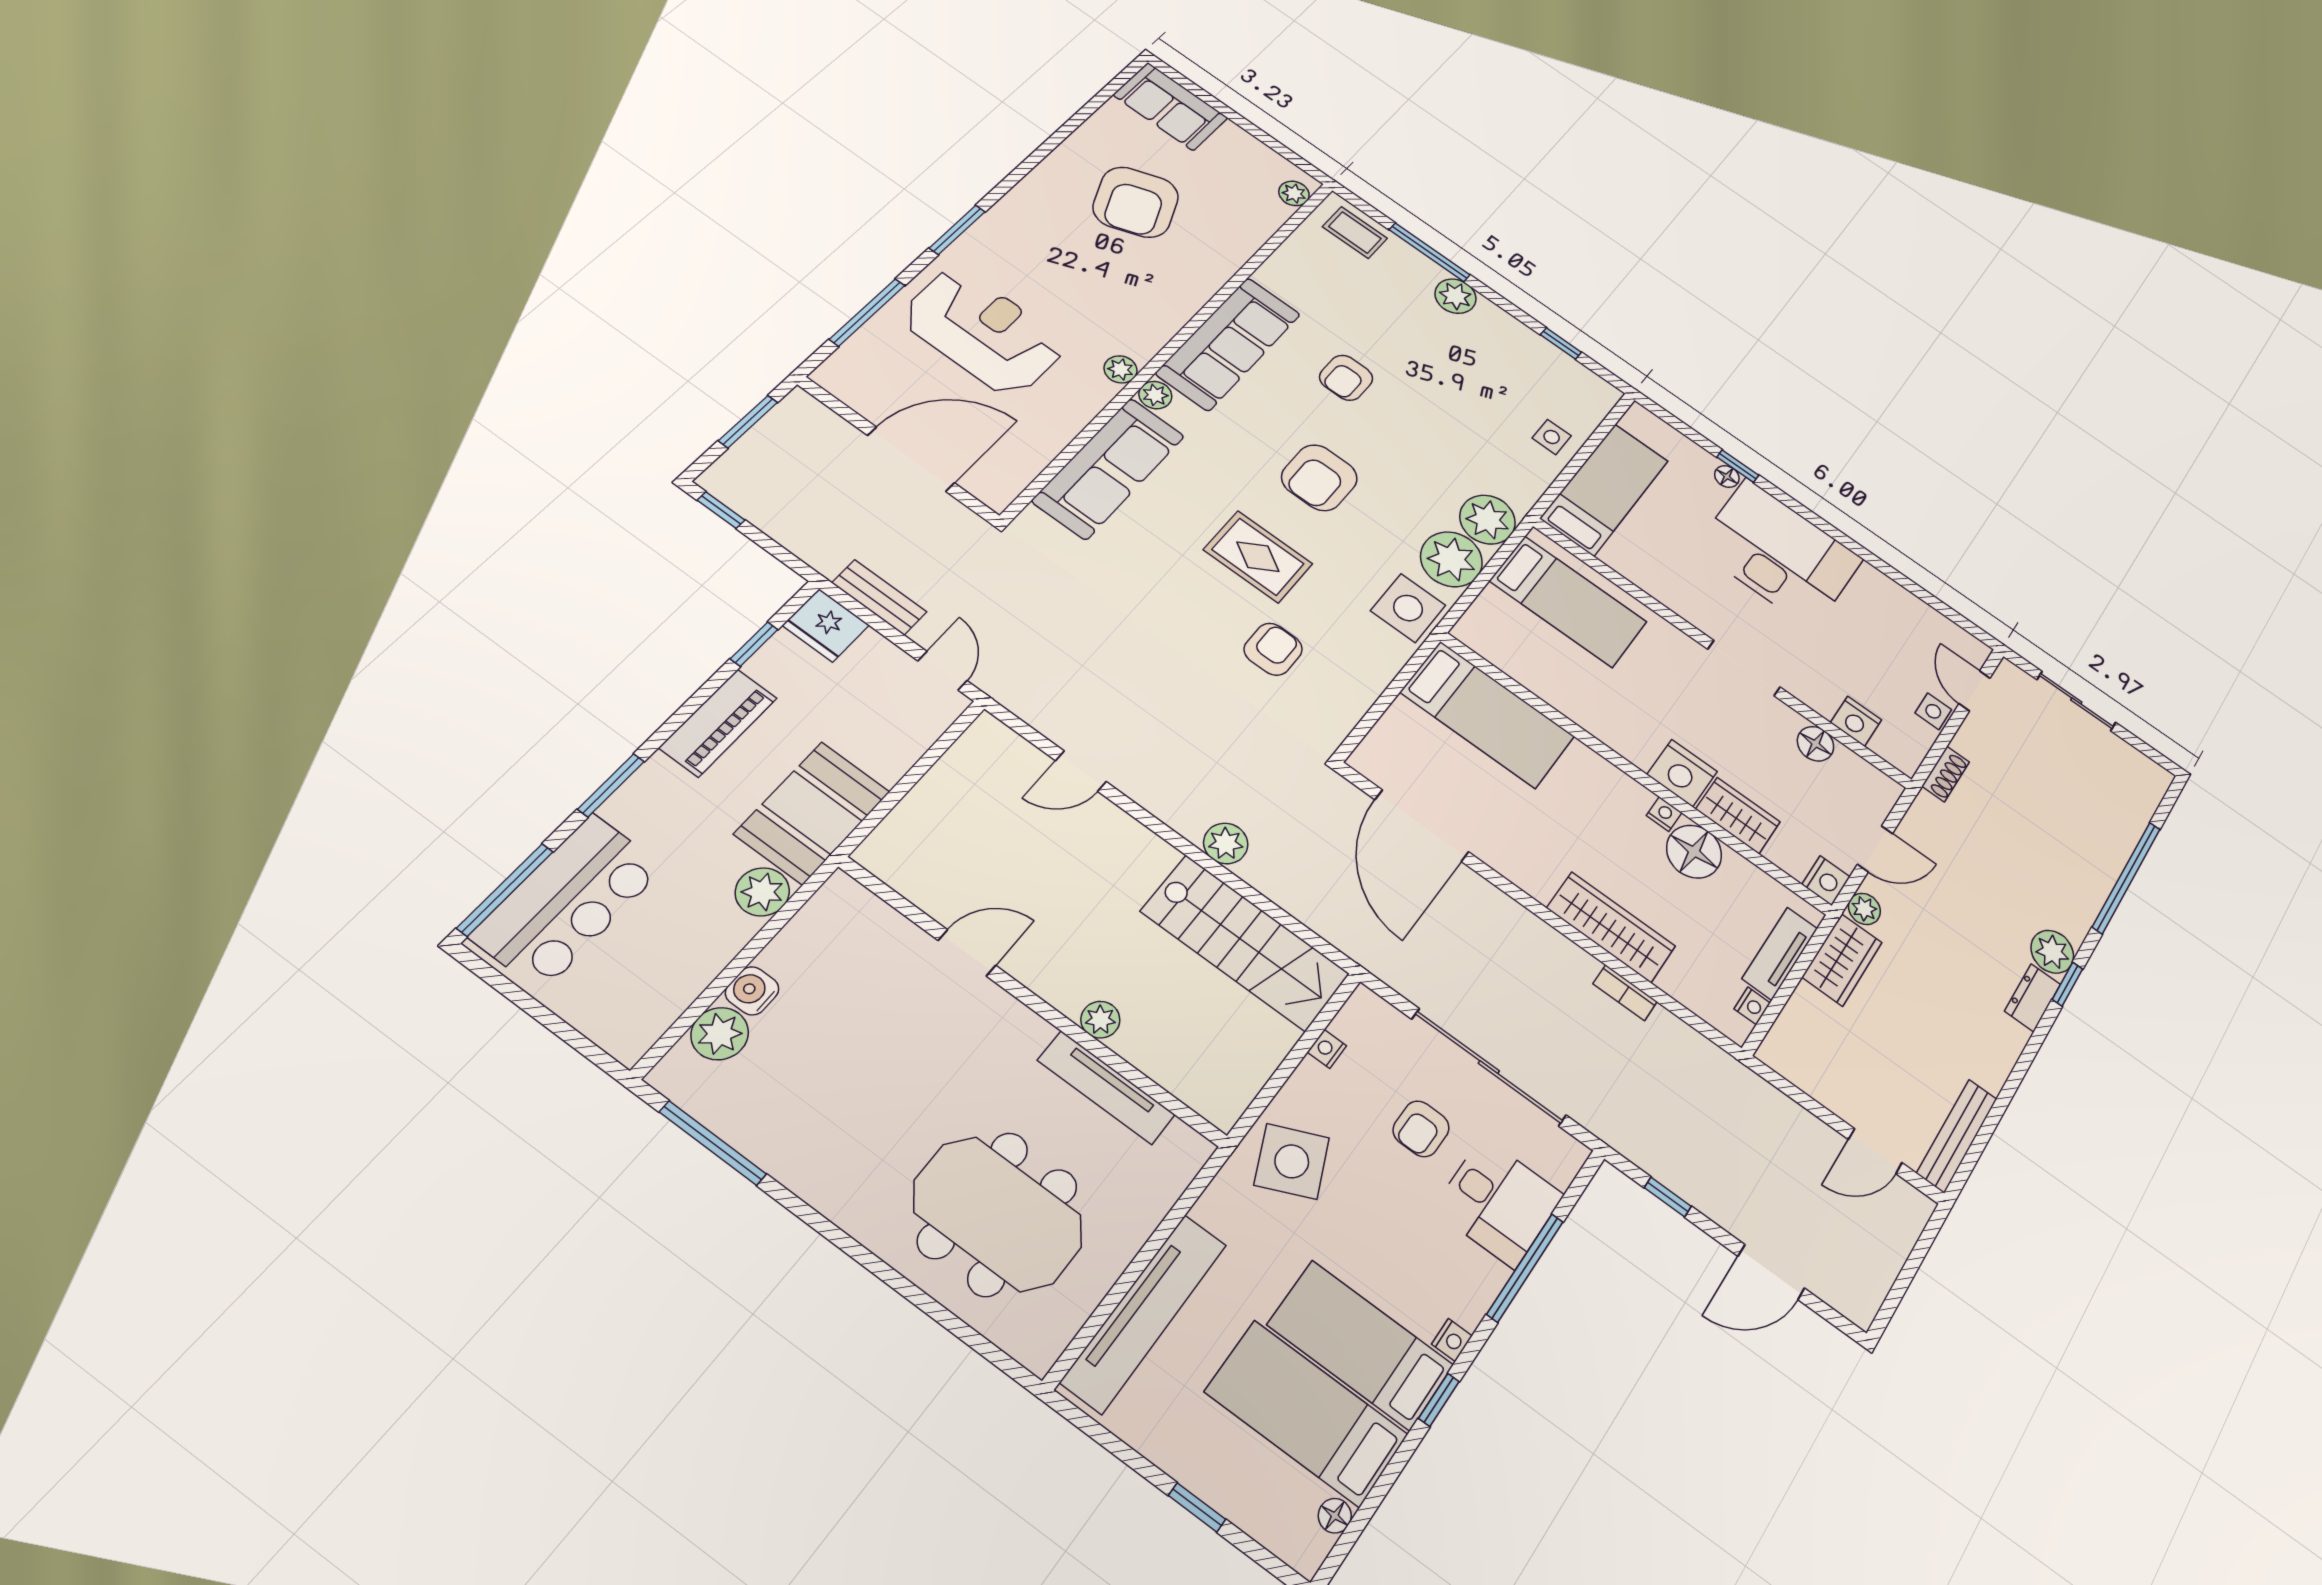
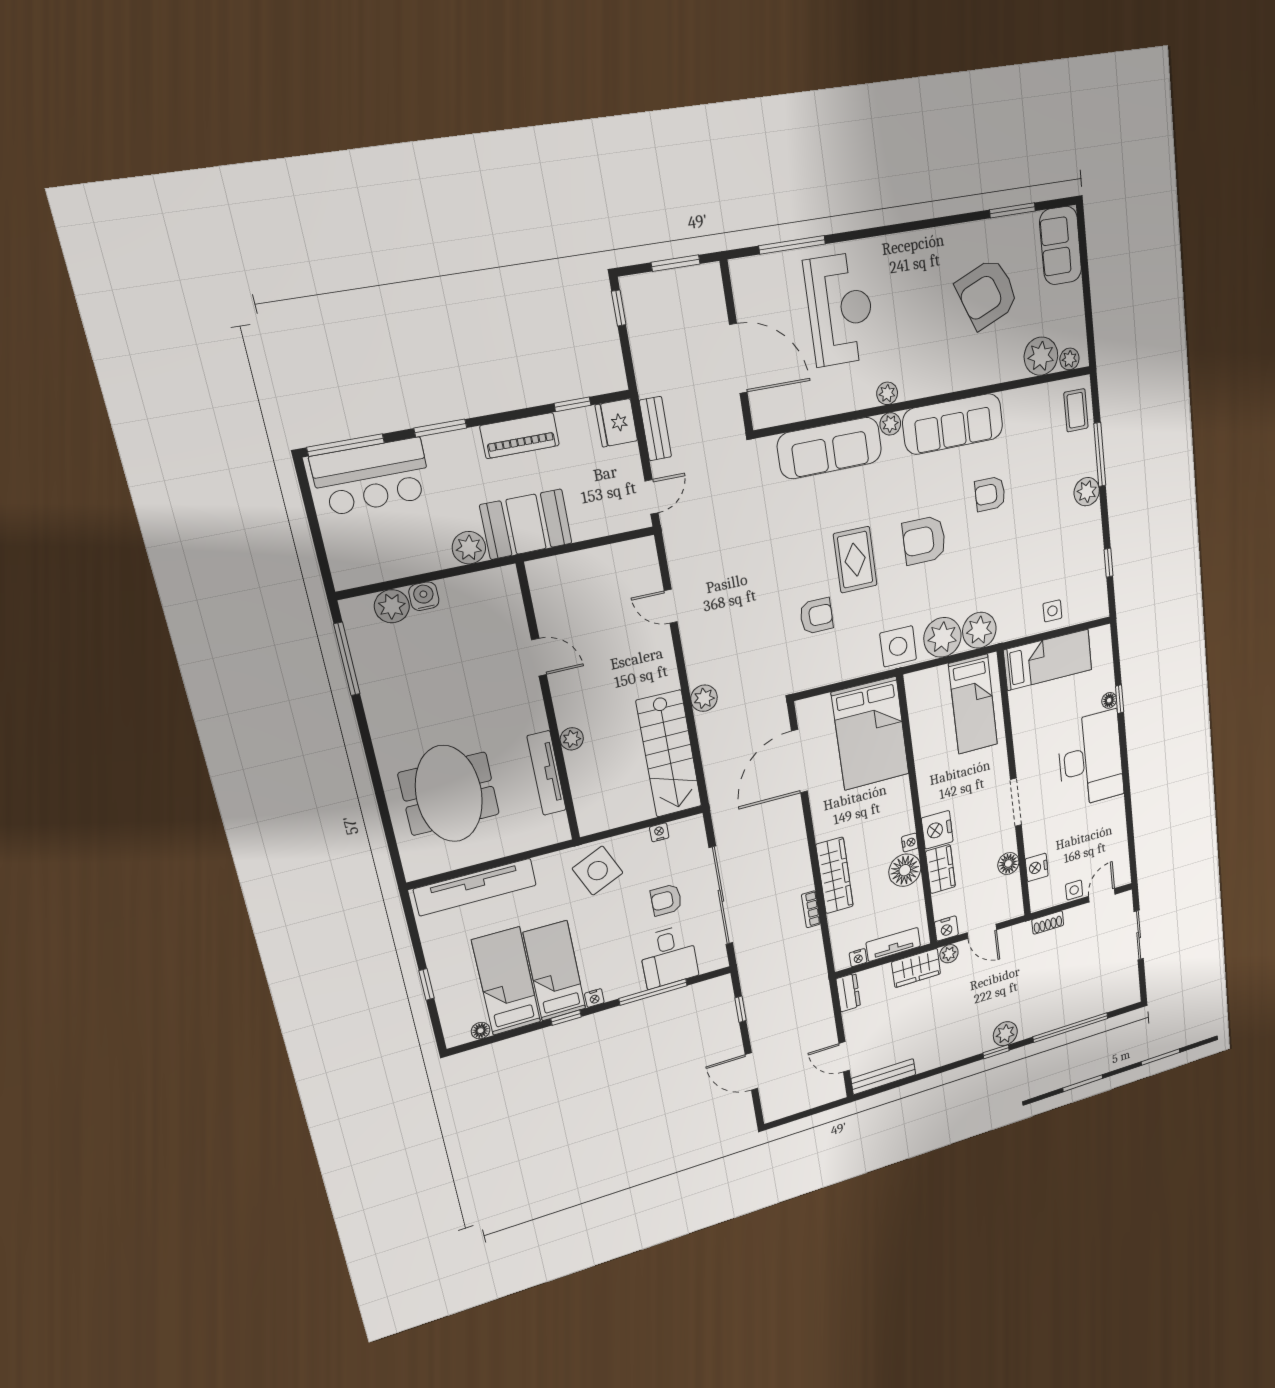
plant: (1259, 213) -> (1041, 356), added
window: (957, 230) -> (1012, 210), moved
bed: (1487, 714) -> (870, 733), width x1.50
dresser: (2032, 998) -> (848, 992), moved, turned 90

